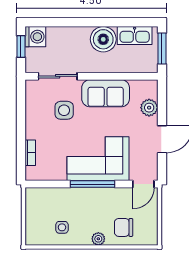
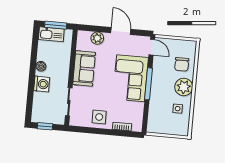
kitchen sink: (135, 35) -> (51, 34), moved, turned 90
washing machine: (35, 37) -> (42, 84), moved, turned 90
boiler: (103, 39) -> (41, 66), width x0.54, depth x0.54
side table: (64, 110) -> (99, 117), moved
plant: (98, 239) -> (184, 87), width x1.87, depth x1.87

